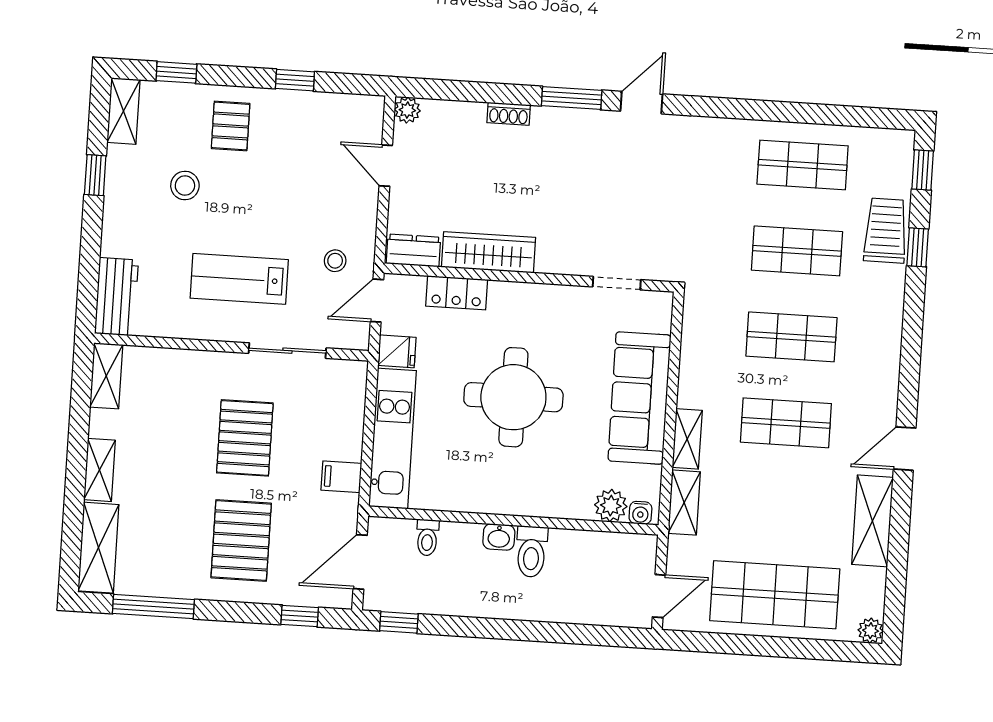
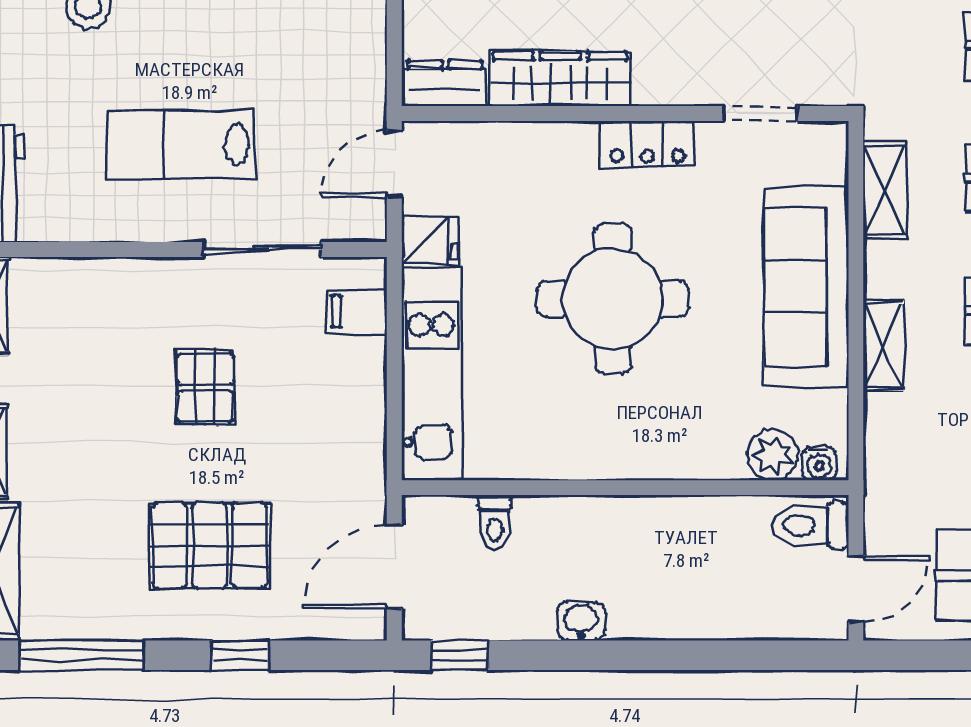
stool: (335, 261) -> (326, 107), removed
locker: (457, 293) -> (647, 144), moved
pallet: (245, 438) -> (205, 388), width x0.67, depth x0.71
filing cabinet: (341, 477) -> (357, 311), moved
shelving: (684, 503) -> (885, 190), moved
washbasin: (499, 537) -> (581, 621), moved, turned 180
pallet: (241, 540) -> (210, 545), turned 90
toilet: (531, 552) -> (810, 525), moved, turned 90
window: (300, 616) -> (240, 655), moved

